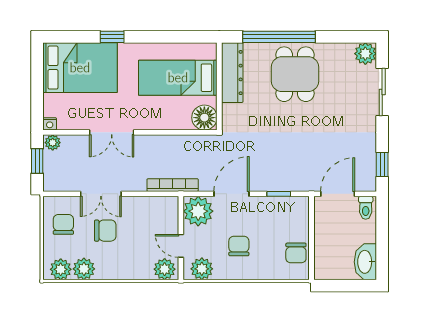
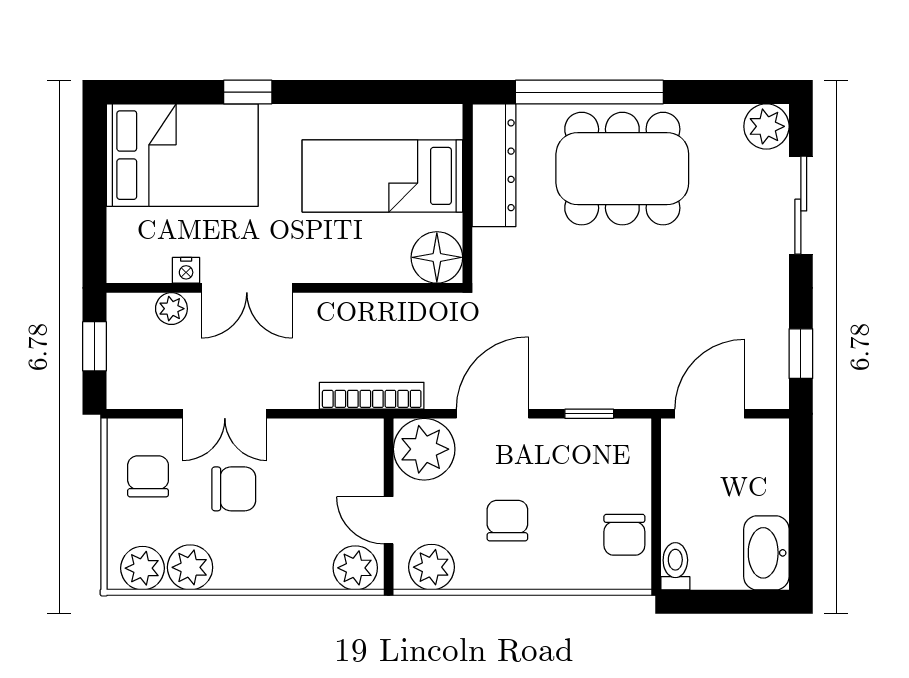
dining table: (295, 74) -> (622, 169), width x1.37
nightstand: (50, 124) -> (186, 270), moved
plant: (53, 143) -> (171, 309), moved
toilet: (366, 208) -> (675, 566), moved, turned 180

